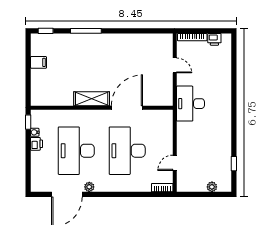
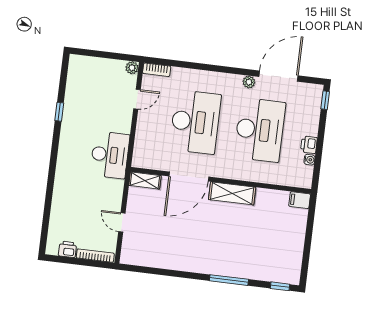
filing cabinet: (39, 62) -> (300, 200), moved
shelving: (161, 100) -> (145, 181), added
desk: (190, 104) -> (110, 155), moved
window: (28, 122) -> (325, 100), moved
window: (234, 164) -> (59, 112), moved
plant: (212, 187) -> (132, 68), moved

